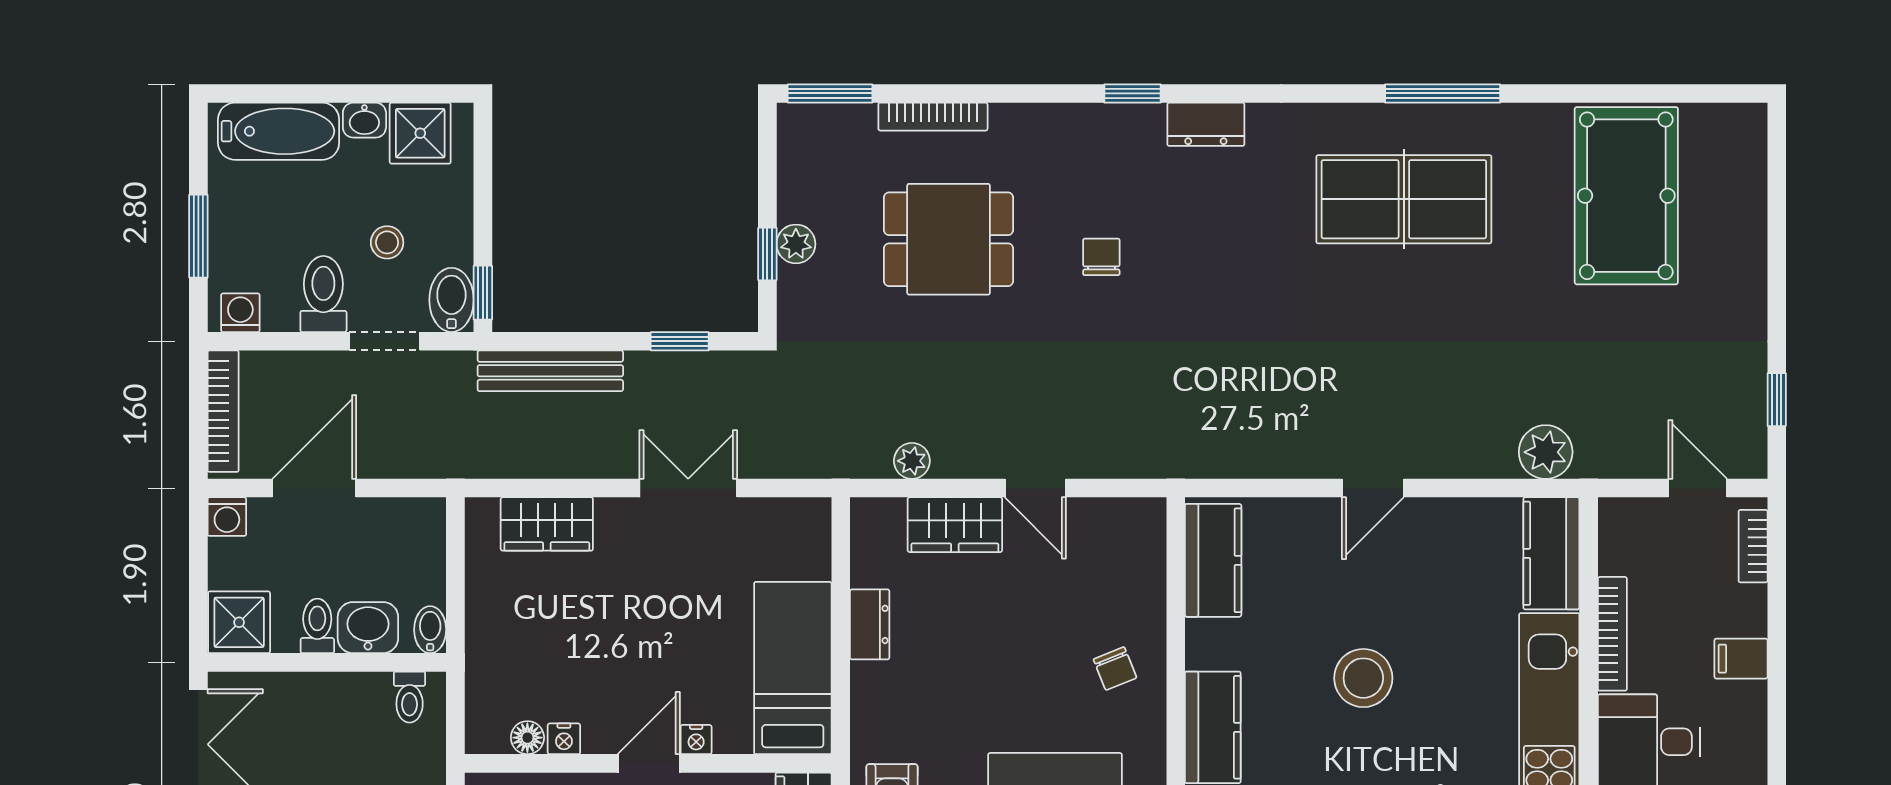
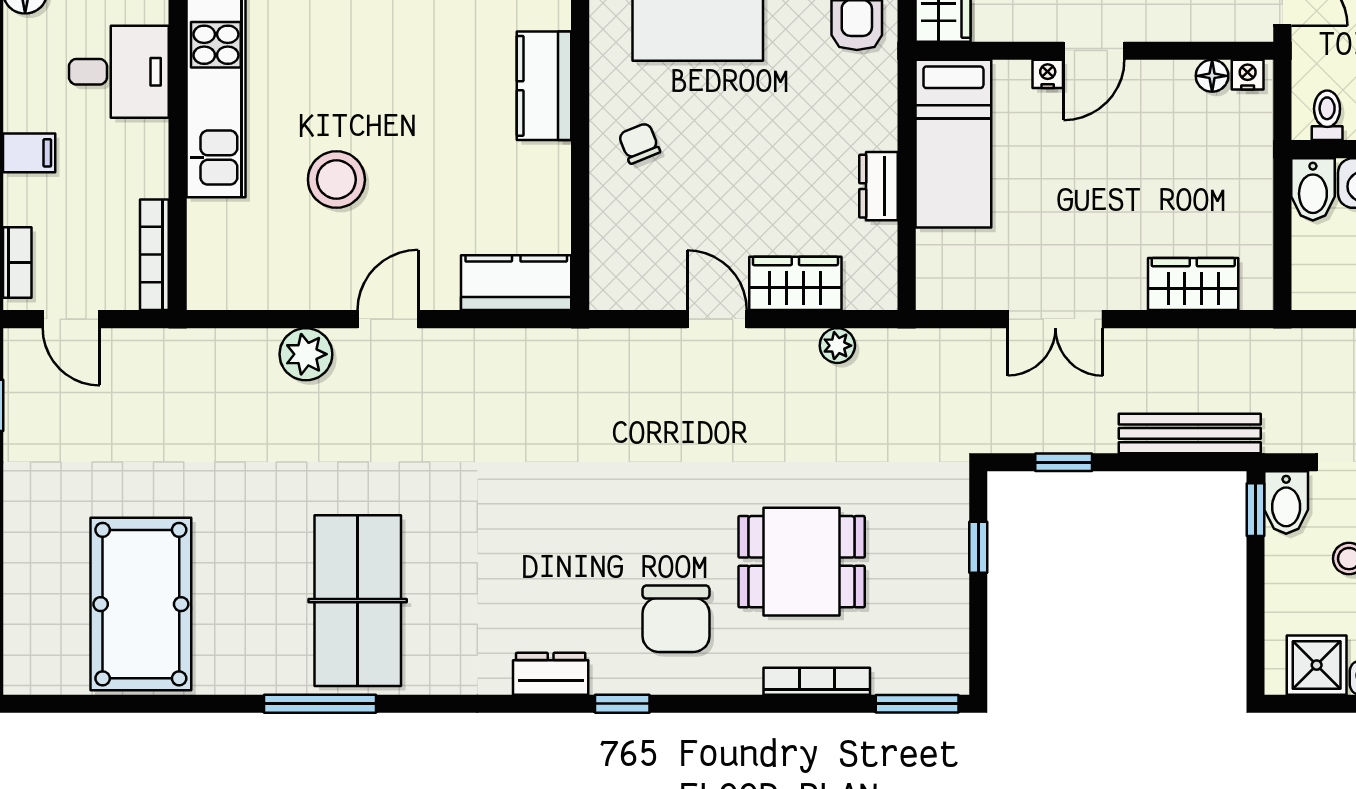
table tennis table: (1404, 199) -> (358, 601), turned 90
plant: (796, 244) -> (950, 557), removed
chair: (1101, 257) -> (676, 619), moved, width x1.87, depth x1.87
plant: (1546, 452) -> (306, 354), moved
kitchen counter: (1551, 553) -> (214, 255), removed
kitchen counter: (1213, 560) -> (516, 283), moved, turned 90
bidet: (430, 630) -> (1313, 189), width x1.38, depth x1.36
bookcase: (1612, 634) -> (154, 255), moved
stool: (1363, 678) -> (336, 180), moved
nightstand: (564, 739) -> (1248, 75), moved

